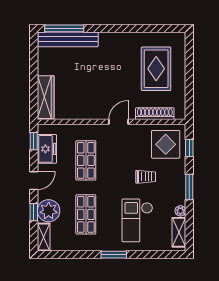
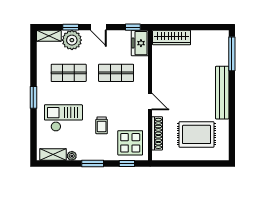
bench: (68, 39) -> (222, 93), moved
freezer: (47, 149) -> (140, 43), moved, turned 90

